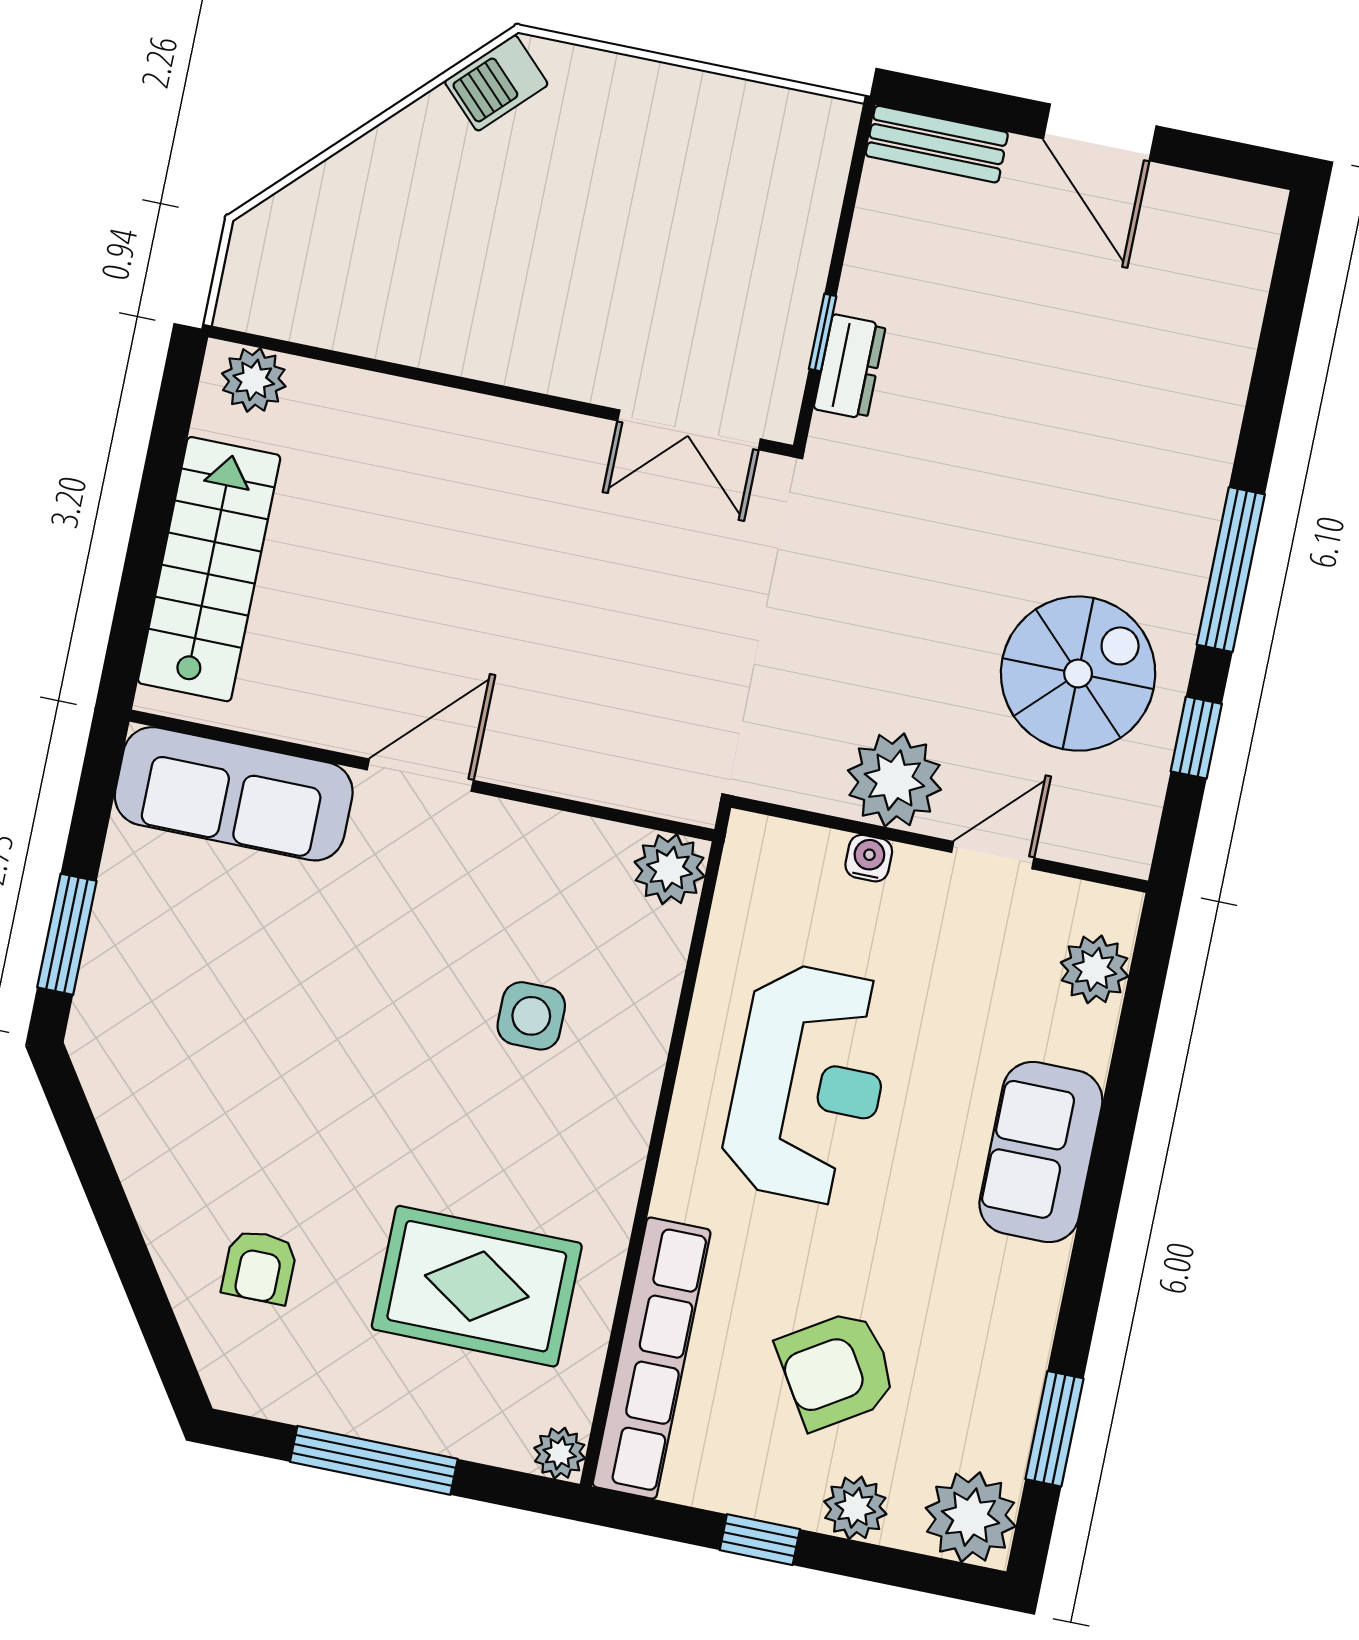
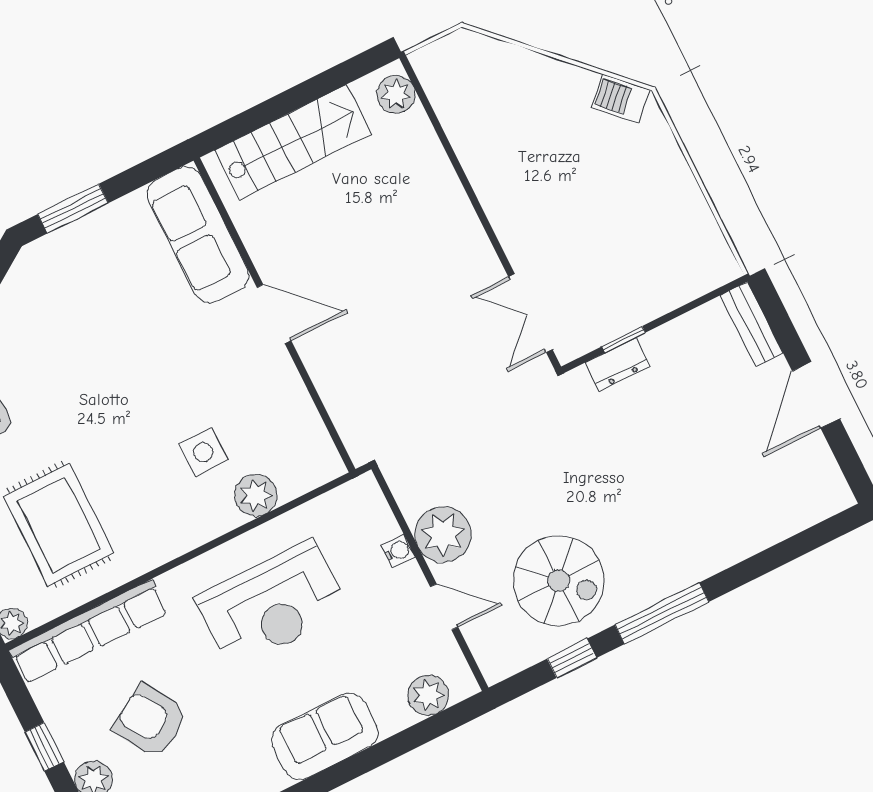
plant: (670, 869) -> (256, 495), moved

